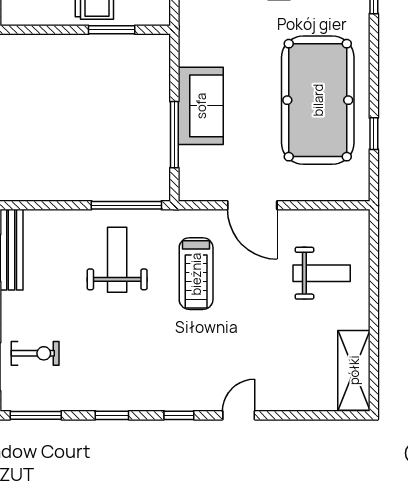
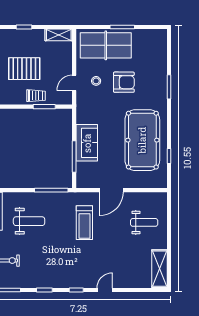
door: (252, 205) -> (111, 190), hinge flipped
weight bench: (117, 260) -> (29, 221), moved, turned 90

